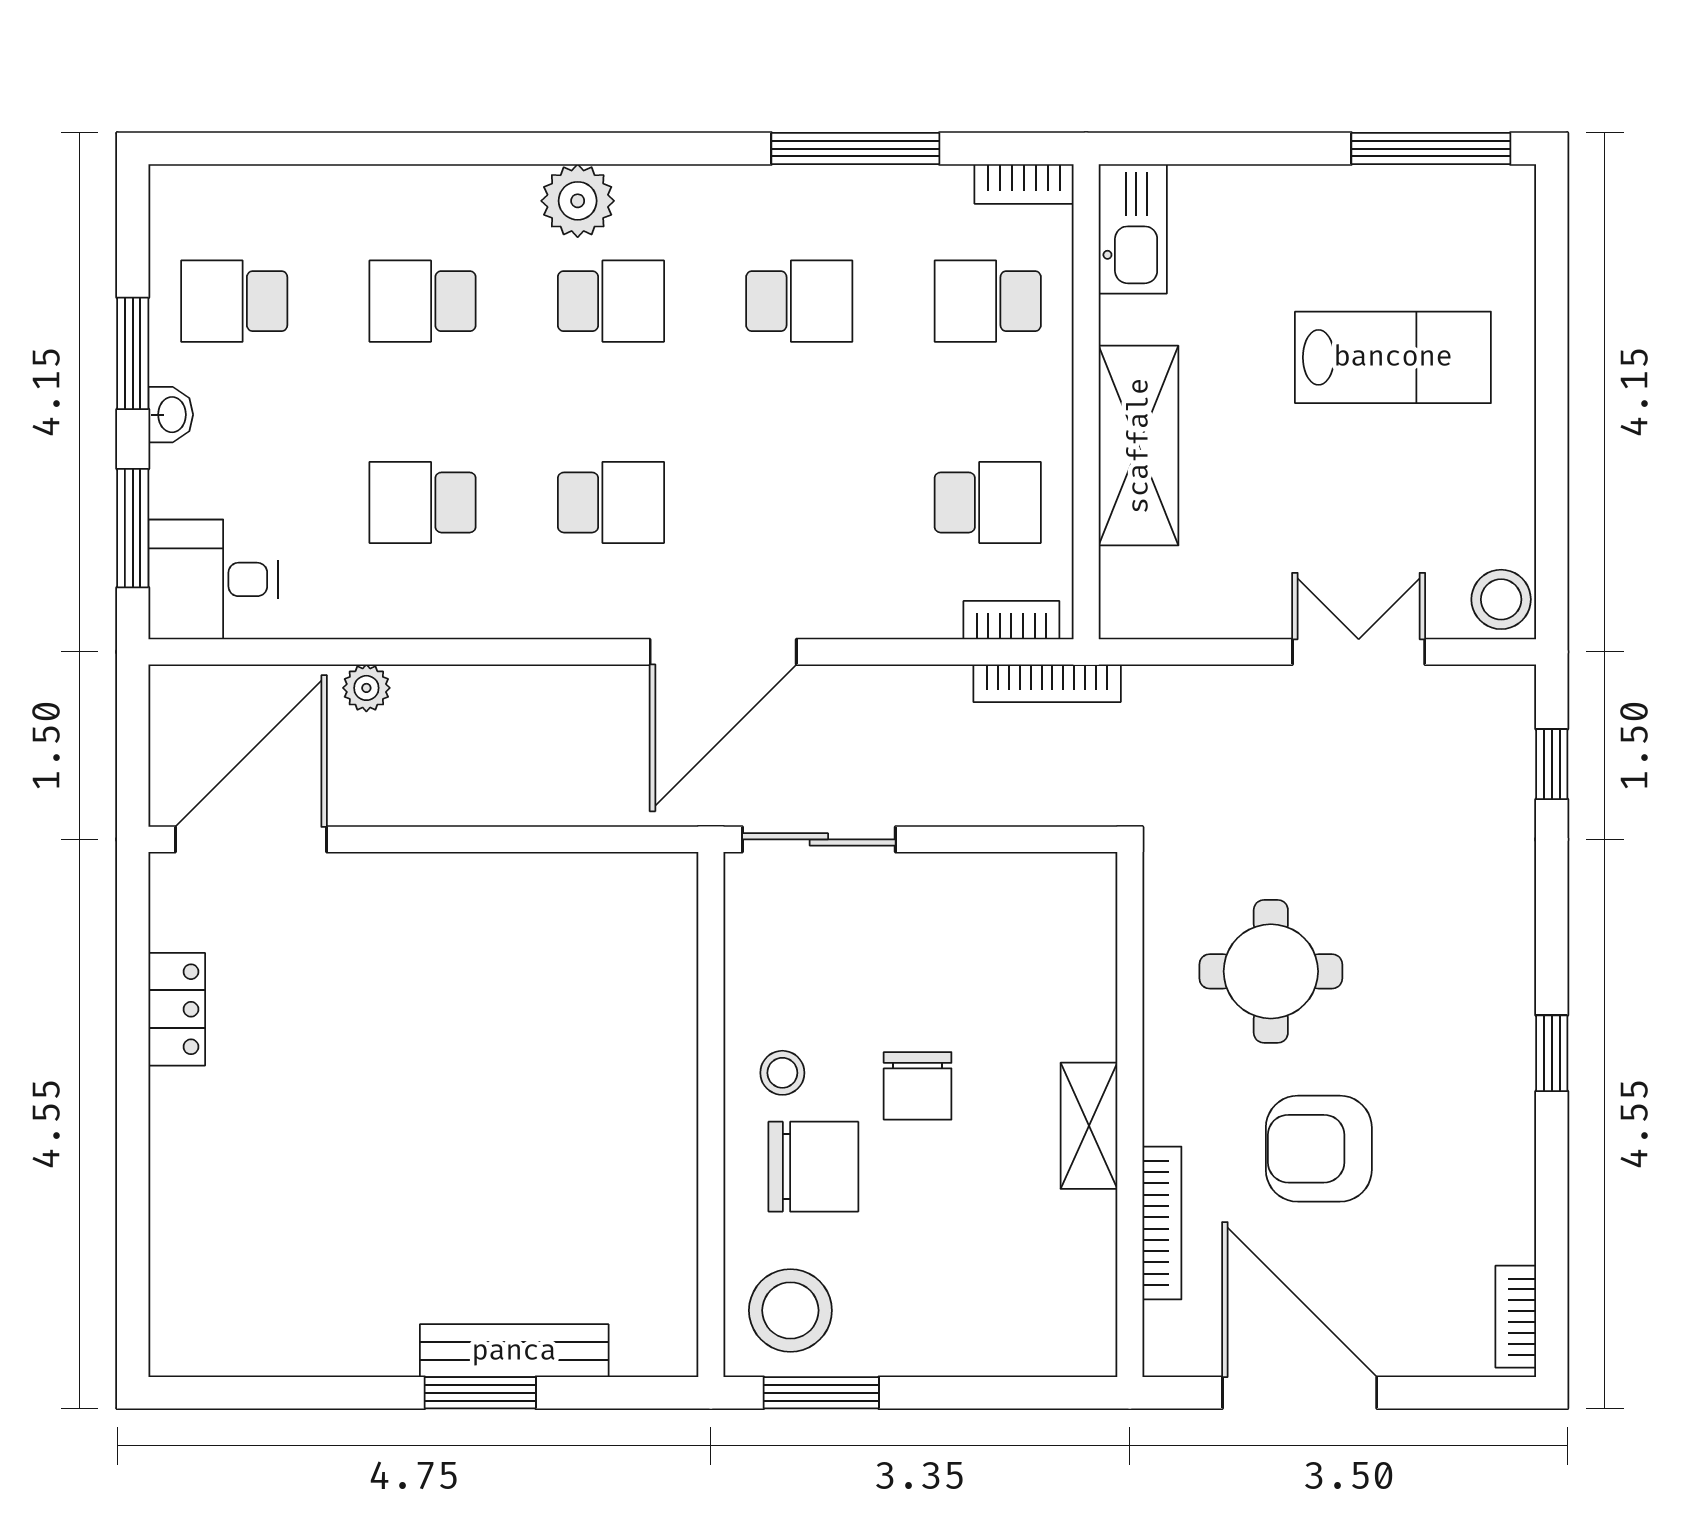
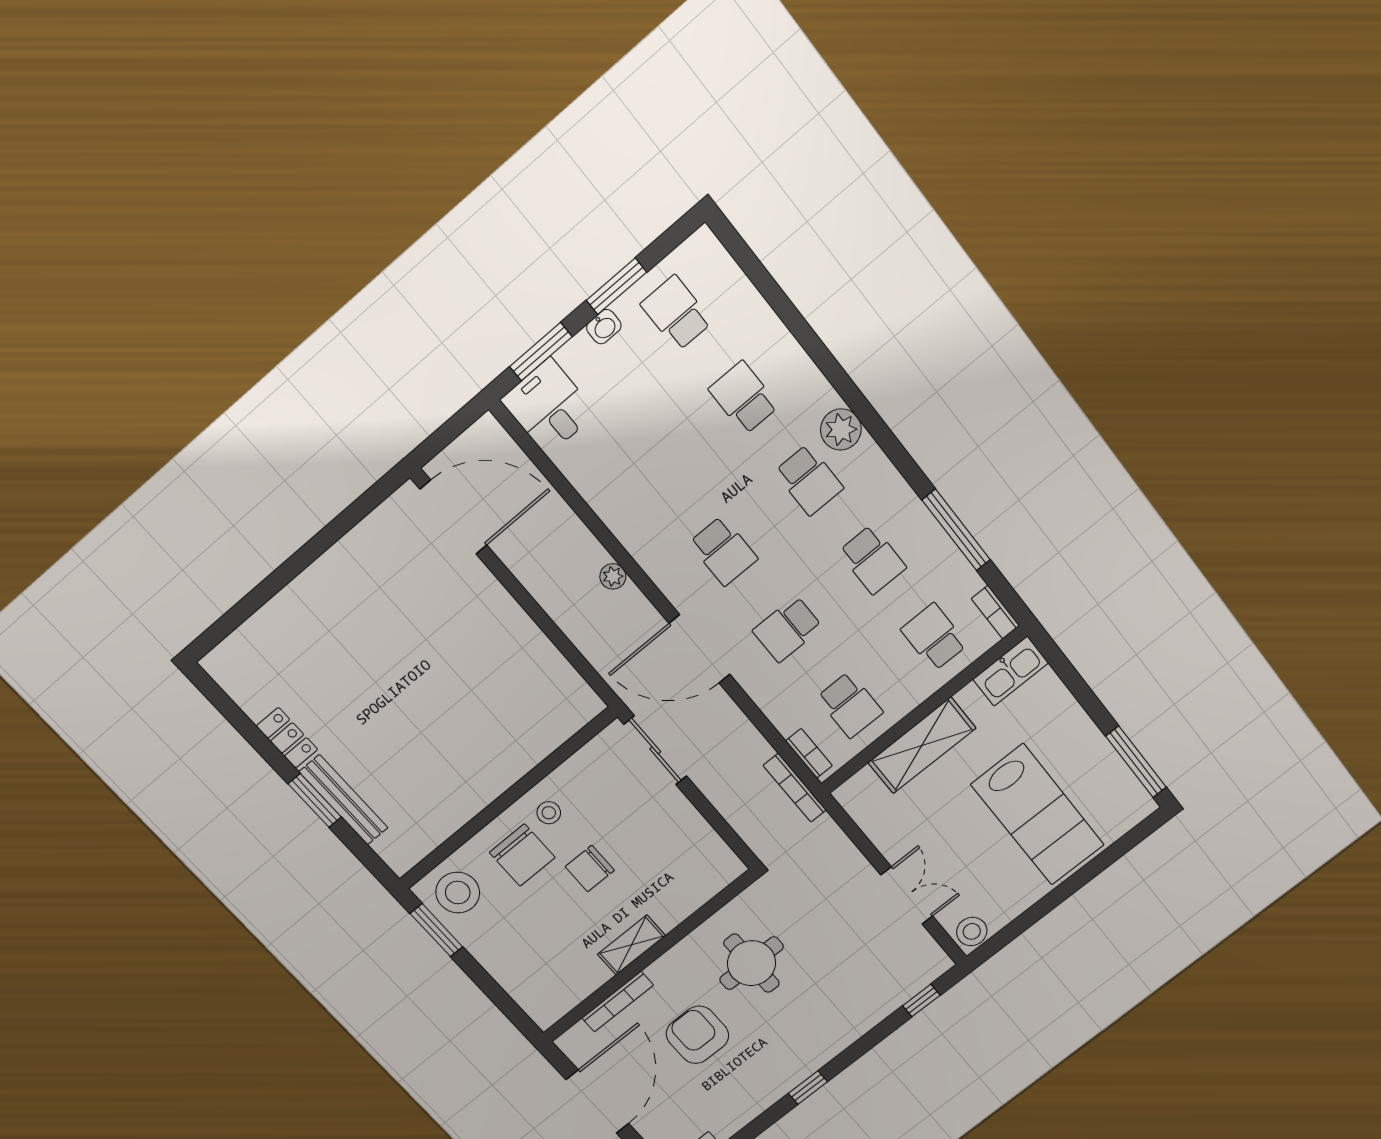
lab bench: (1393, 357) -> (1038, 815), width x1.36, depth x1.39
school desk: (423, 502) -> (787, 629), moved, turned -90
plant: (366, 688) -> (613, 576), moved
locker: (177, 1009) -> (287, 738), moved, turned -90

